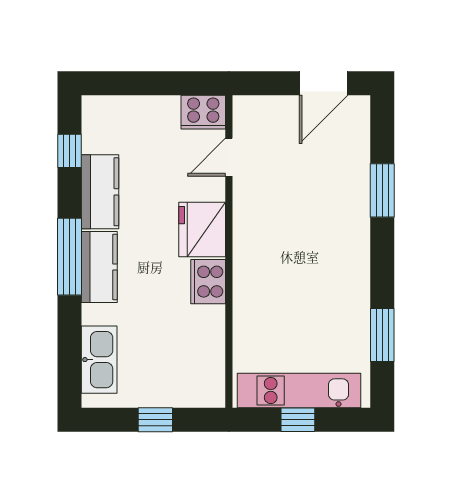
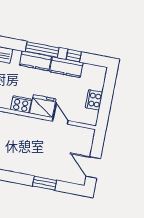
cooker: (203, 112) -> (94, 100), moved
window: (70, 151) -> (74, 56), moved
door: (229, 157) -> (60, 121), moved

